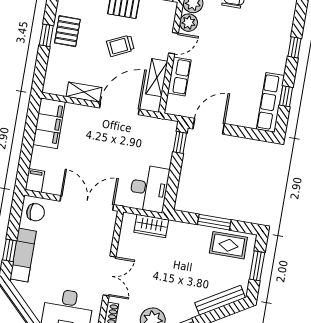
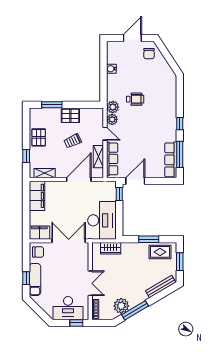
window: (46, 35) -> (26, 156), moved
door: (174, 43) -> (105, 134), hinge flipped
row of seats: (179, 76) -> (112, 159), width x1.48
shelving: (84, 92) -> (45, 173), moved
window: (286, 96) -> (180, 154), width x2.17
filing cabinet: (35, 180) -> (39, 233), width x2.00
desk: (149, 188) -> (102, 220), width x1.36, depth x1.30

